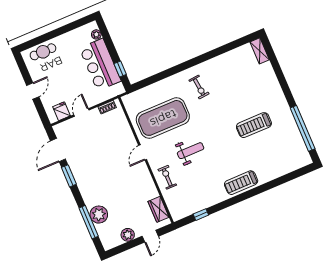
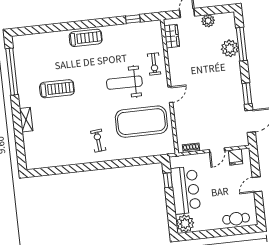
plant: (96, 34) -> (185, 224), width x1.88, depth x1.88
shelving: (260, 51) -> (26, 120), moved
weight bench: (191, 151) -> (124, 83), width x1.36, depth x1.33

